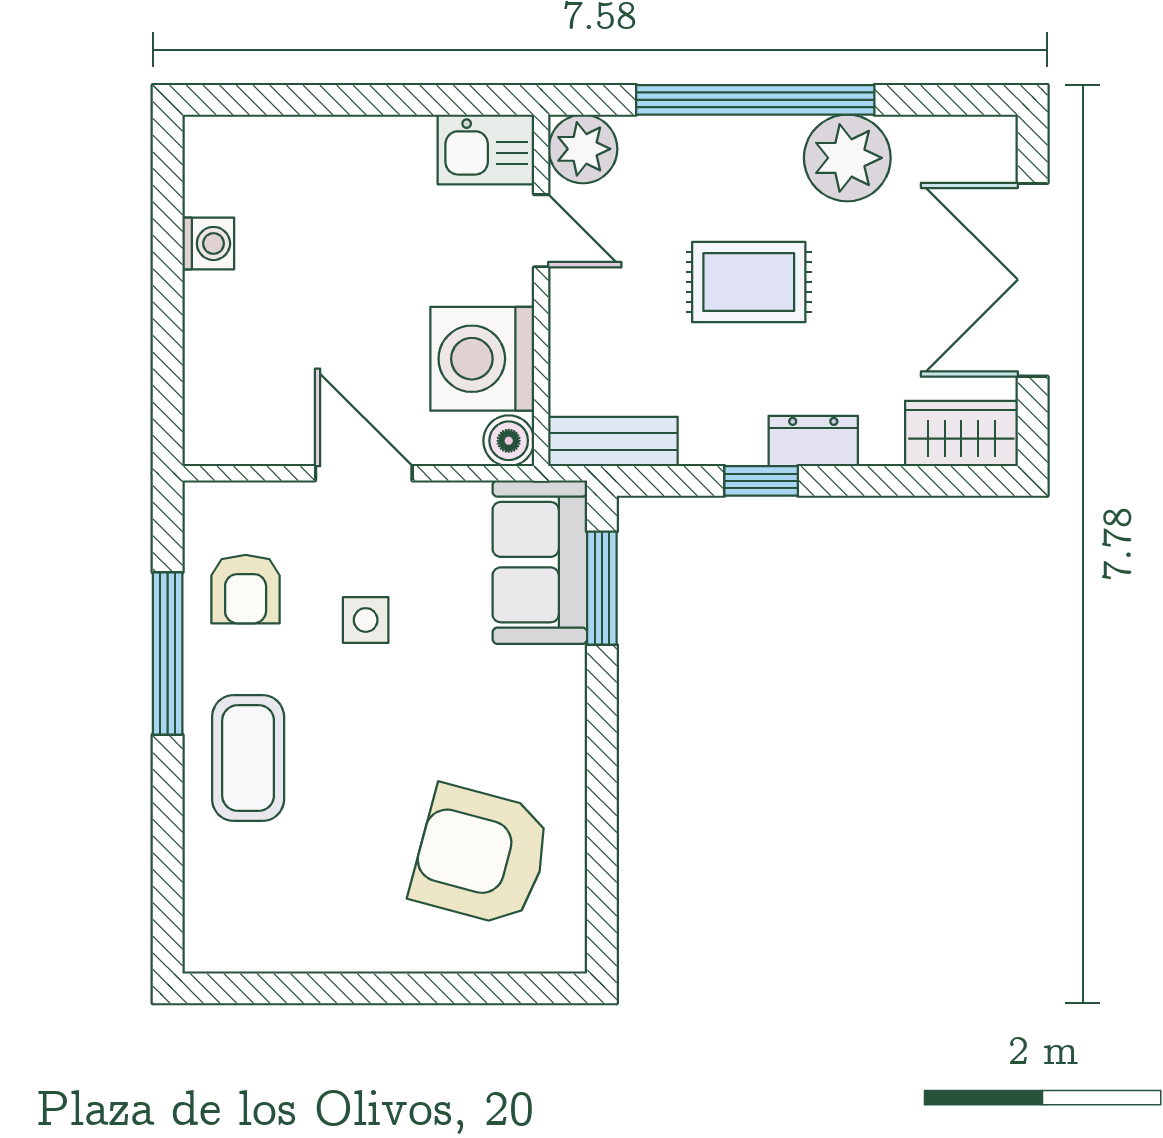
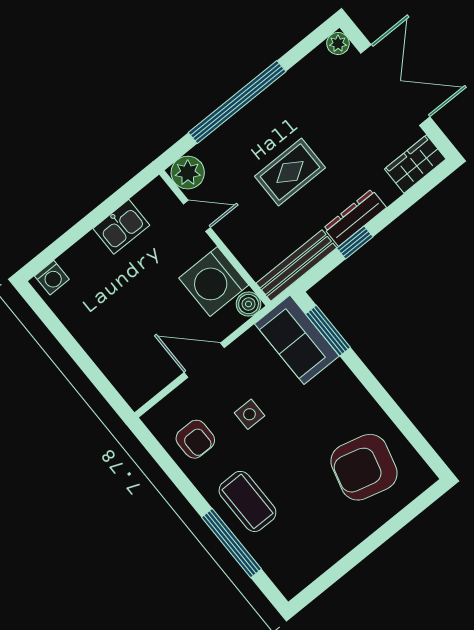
kitchen sink: (486, 149) -> (121, 227), moved
plant: (847, 158) -> (338, 43), moved, width x0.53, depth x0.53
washing machine: (208, 243) -> (52, 278), moved, turned 90
double door: (1033, 280) -> (395, 85), swing flipped
bench: (613, 441) -> (296, 265), width x1.36
dresser: (813, 441) -> (355, 218), width x1.44
window: (168, 654) -> (232, 543), moved

